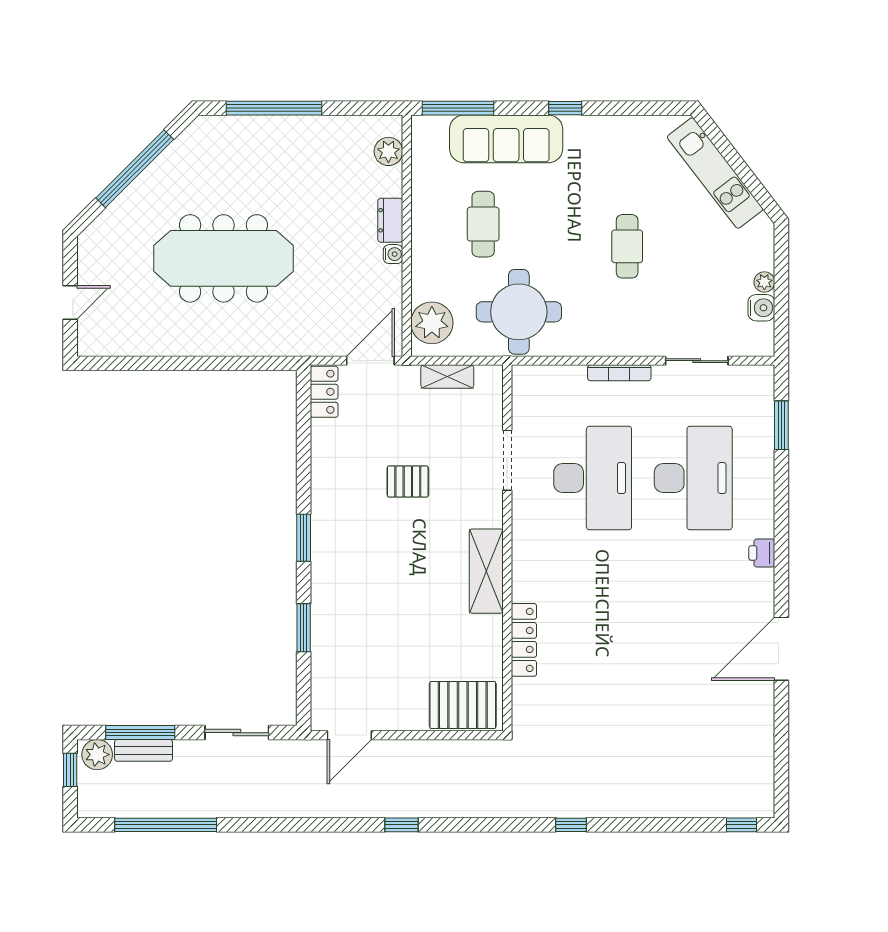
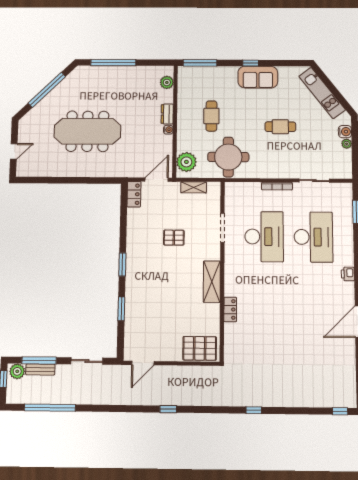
sofa: (506, 139) -> (258, 77), moved, width x0.73
cafe table: (627, 246) -> (280, 127), turned 90
water cooler: (761, 308) -> (345, 132), moved
locker: (524, 640) -> (230, 309), width x0.66

